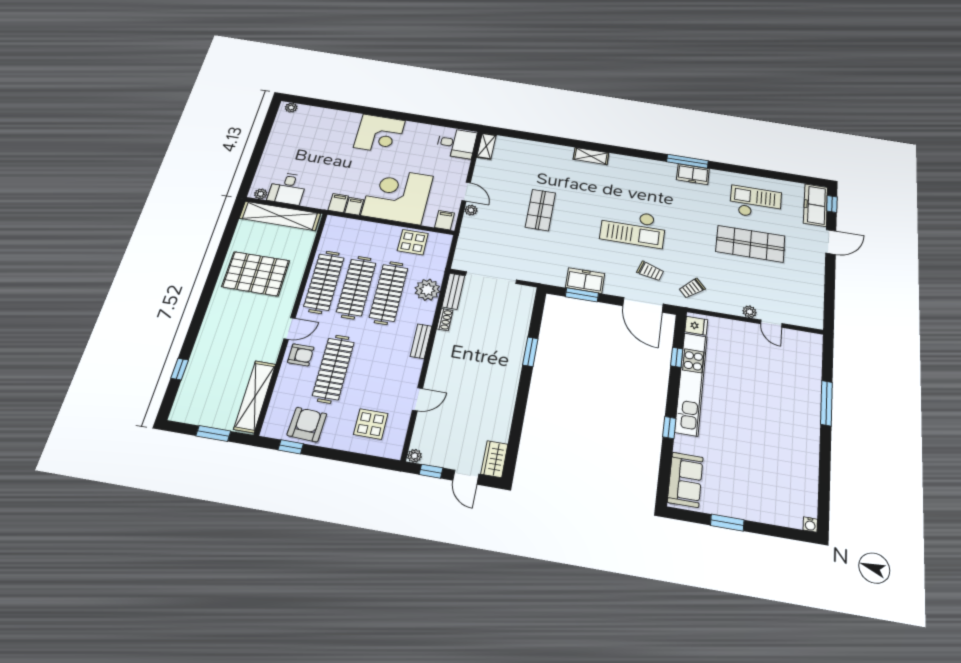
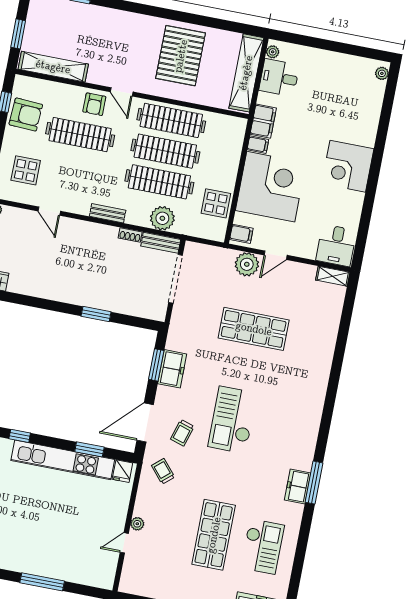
shelving: (591, 156) -> (320, 383), removed
filing cabinet: (338, 203) -> (263, 121), width x2.00
plant: (471, 210) -> (247, 264), width x1.88, depth x1.88
shop shelf: (540, 210) -> (254, 329), width x1.43, depth x1.36
window: (677, 357) -> (89, 449), width x1.50

